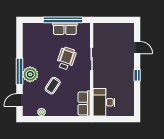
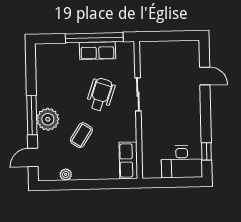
window: (137, 75) -> (206, 151), moved
desk: (104, 102) -> (182, 162), moved, turned -90

